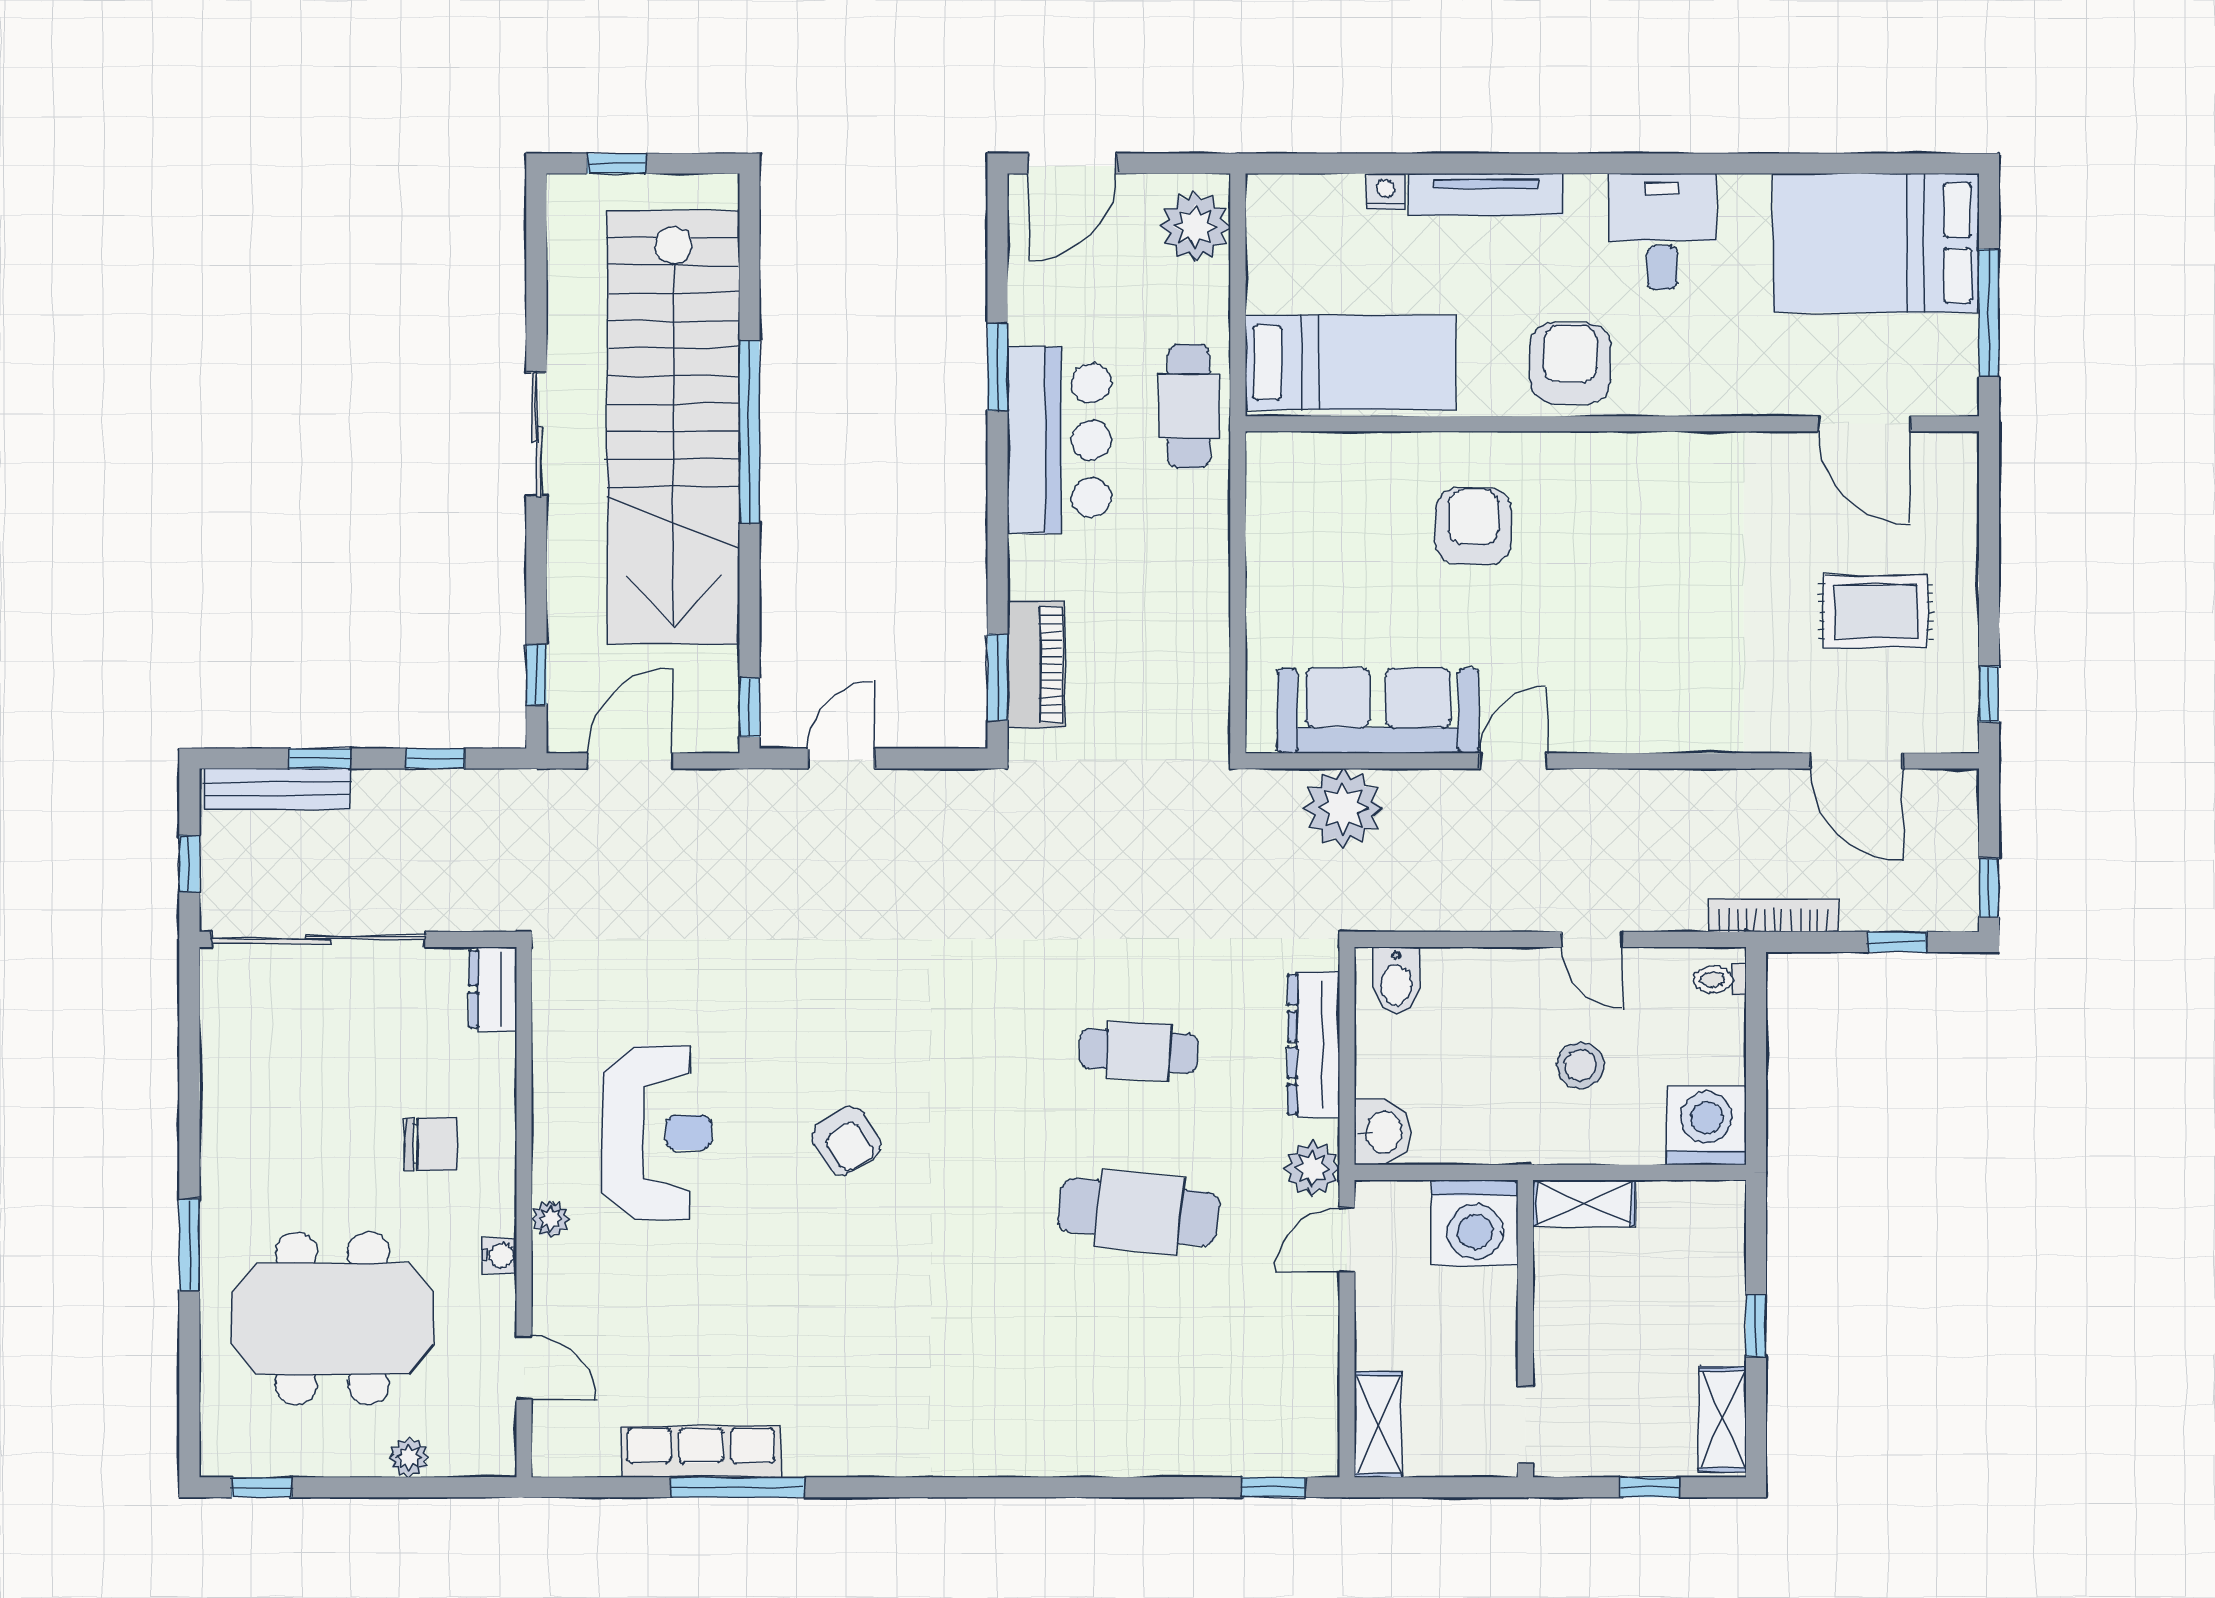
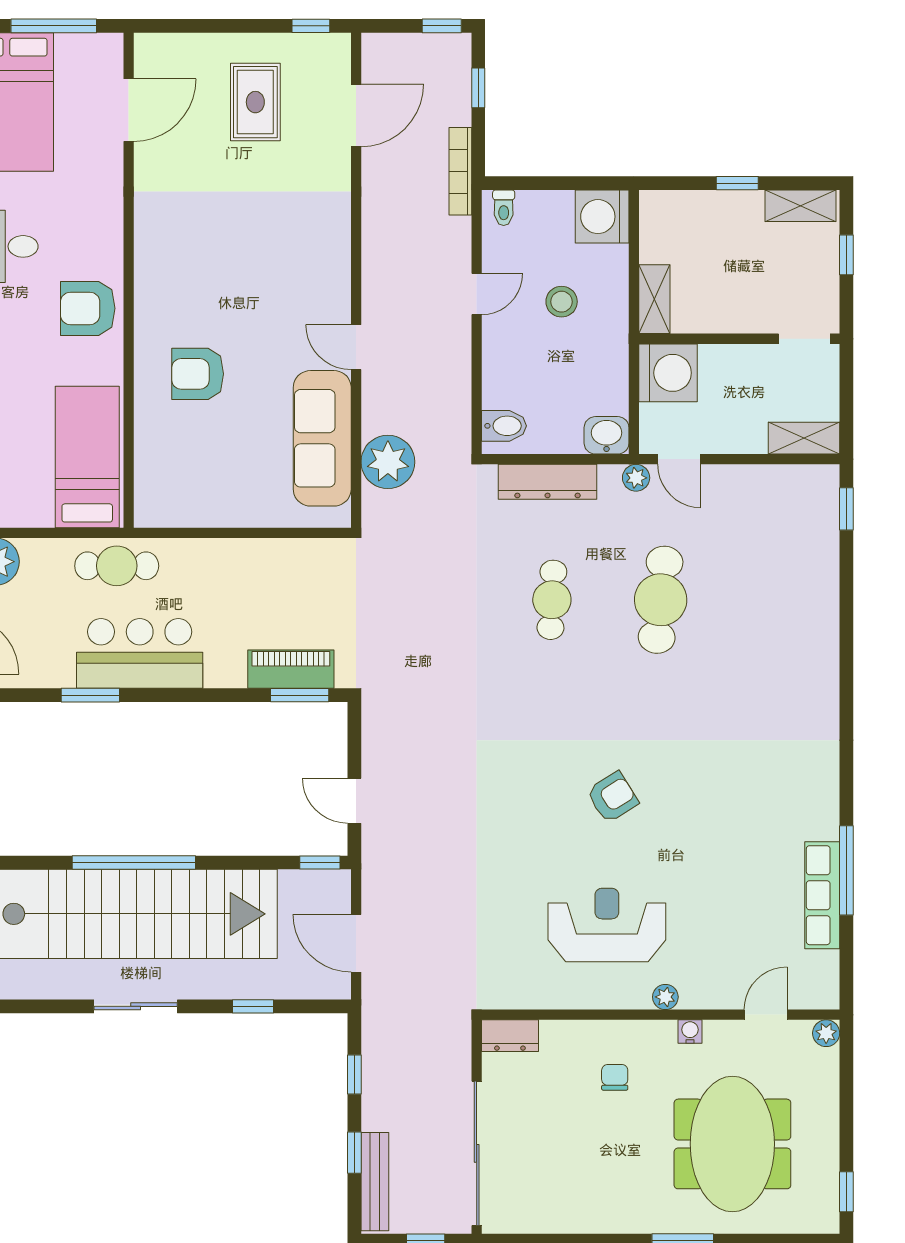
window: (536, 675) -> (253, 1006), moved
chair: (431, 1144) -> (615, 1077), width x0.73, depth x0.73
plant: (1312, 1168) -> (636, 478), width x0.73, depth x0.73
plant: (409, 1457) -> (826, 1033), moved

